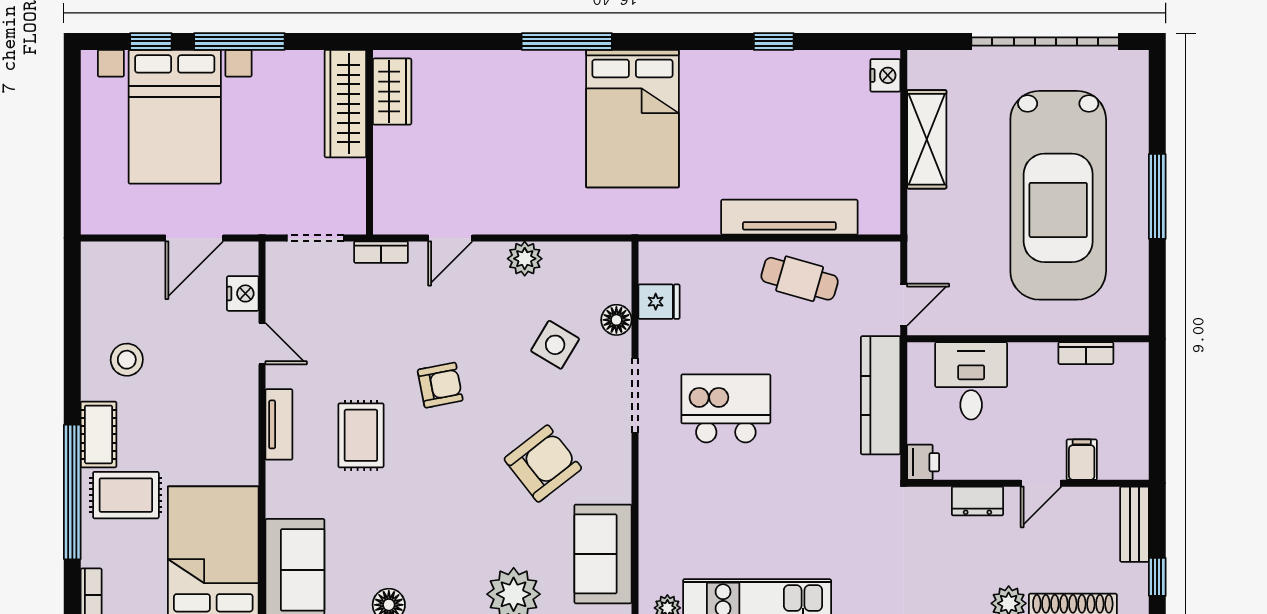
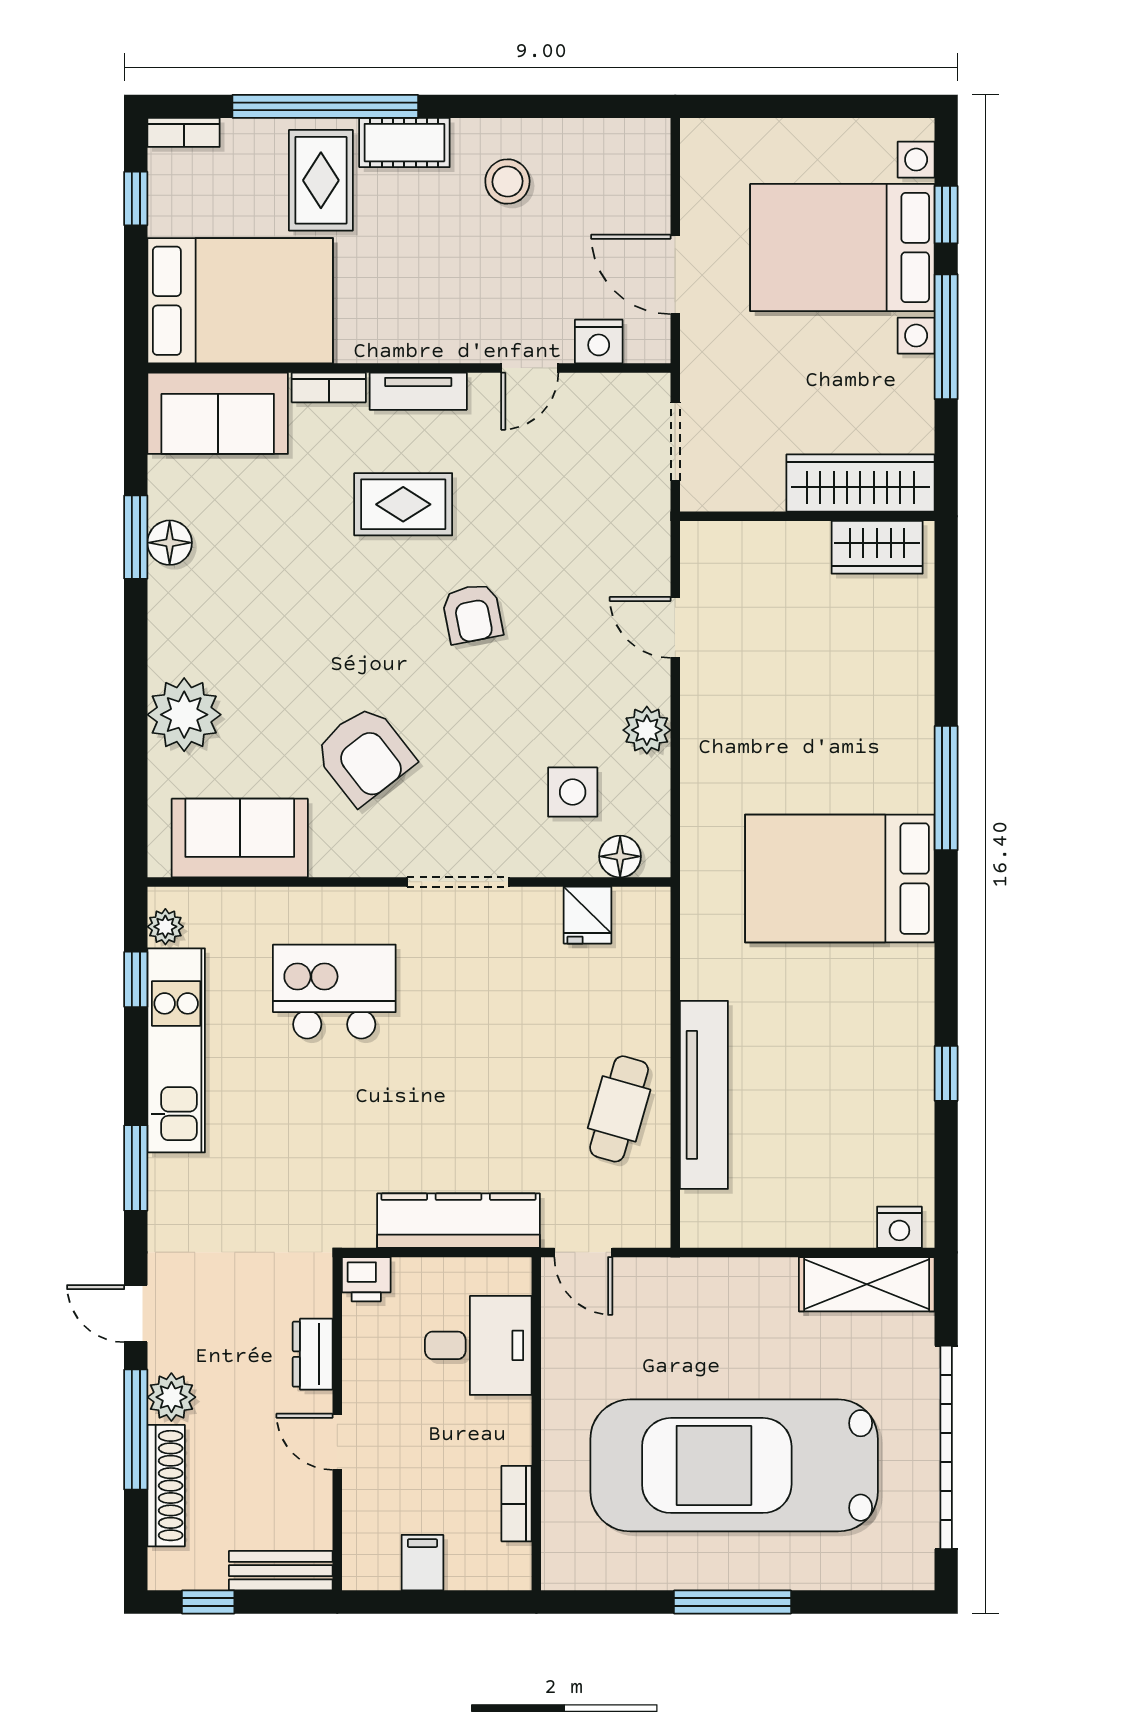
shelving: (927, 139) -> (867, 1284), moved
bookcase: (381, 252) -> (329, 387), moved, turned -90
floor lamp: (616, 320) -> (620, 856), moved
side table: (555, 345) -> (573, 792), moved, turned -31
kitchen island: (726, 408) -> (334, 992), moved, turned -90
filing cabinet: (1082, 460) -> (422, 1563), moved, turned -90

